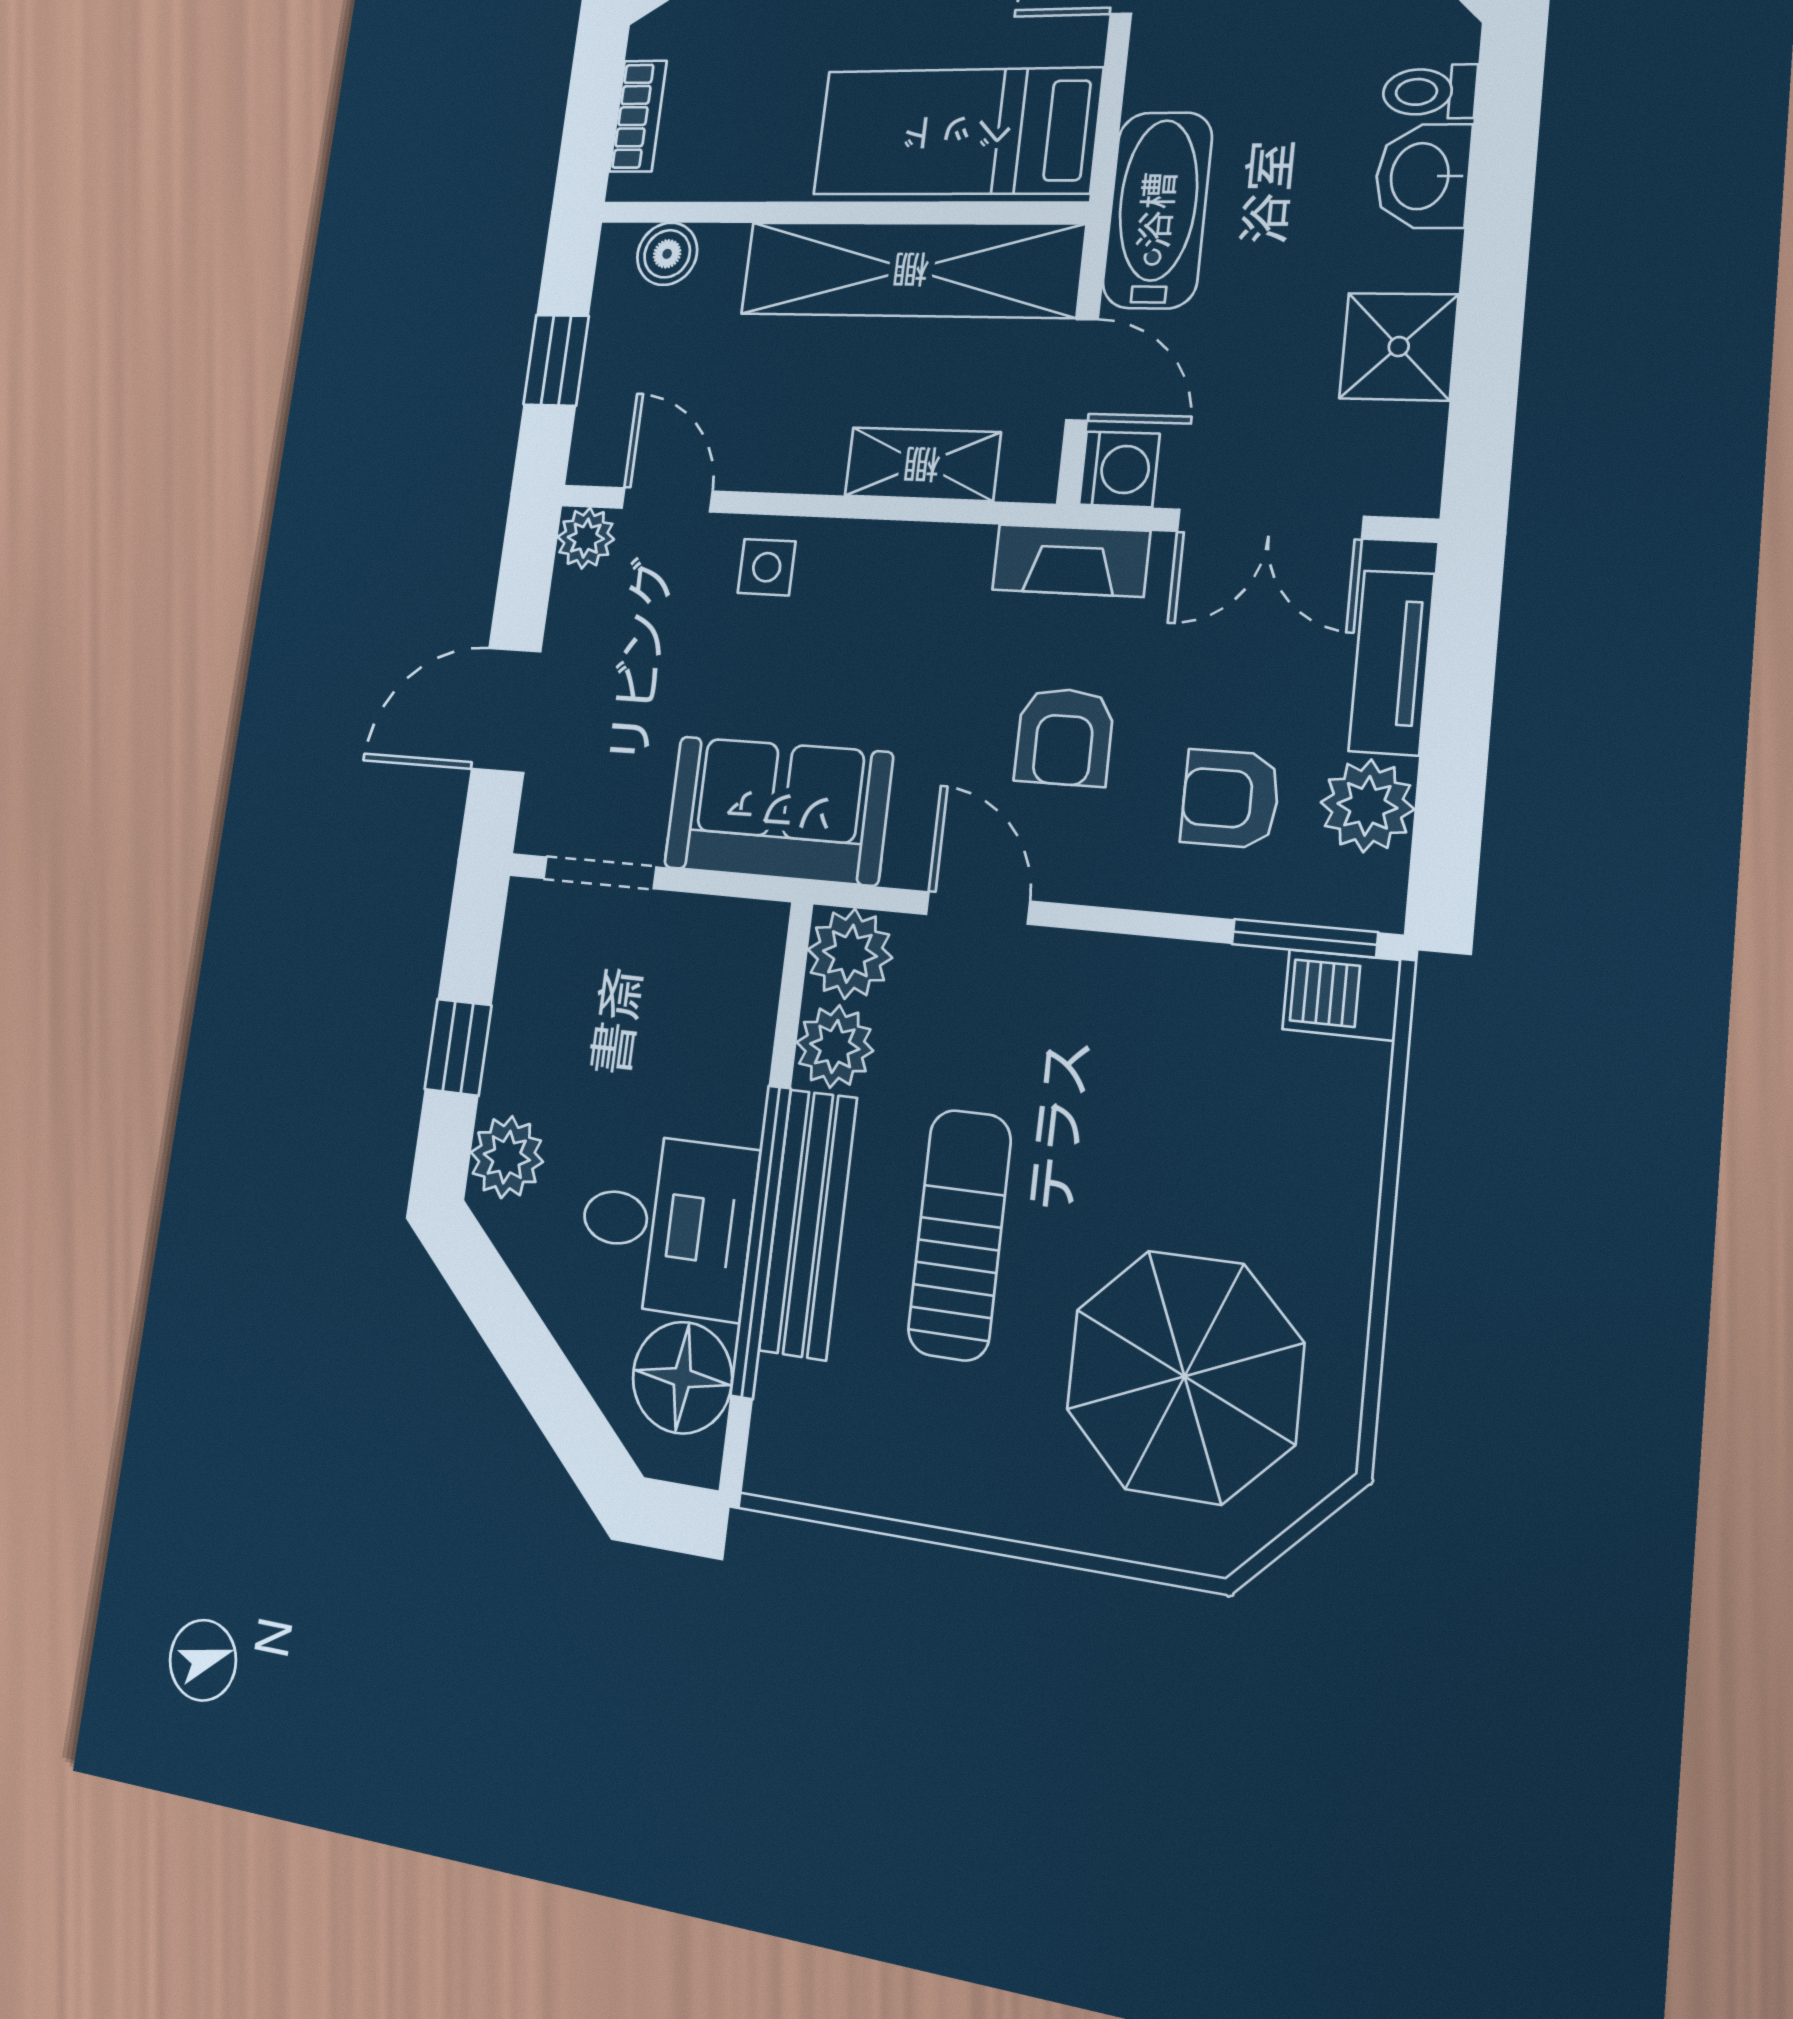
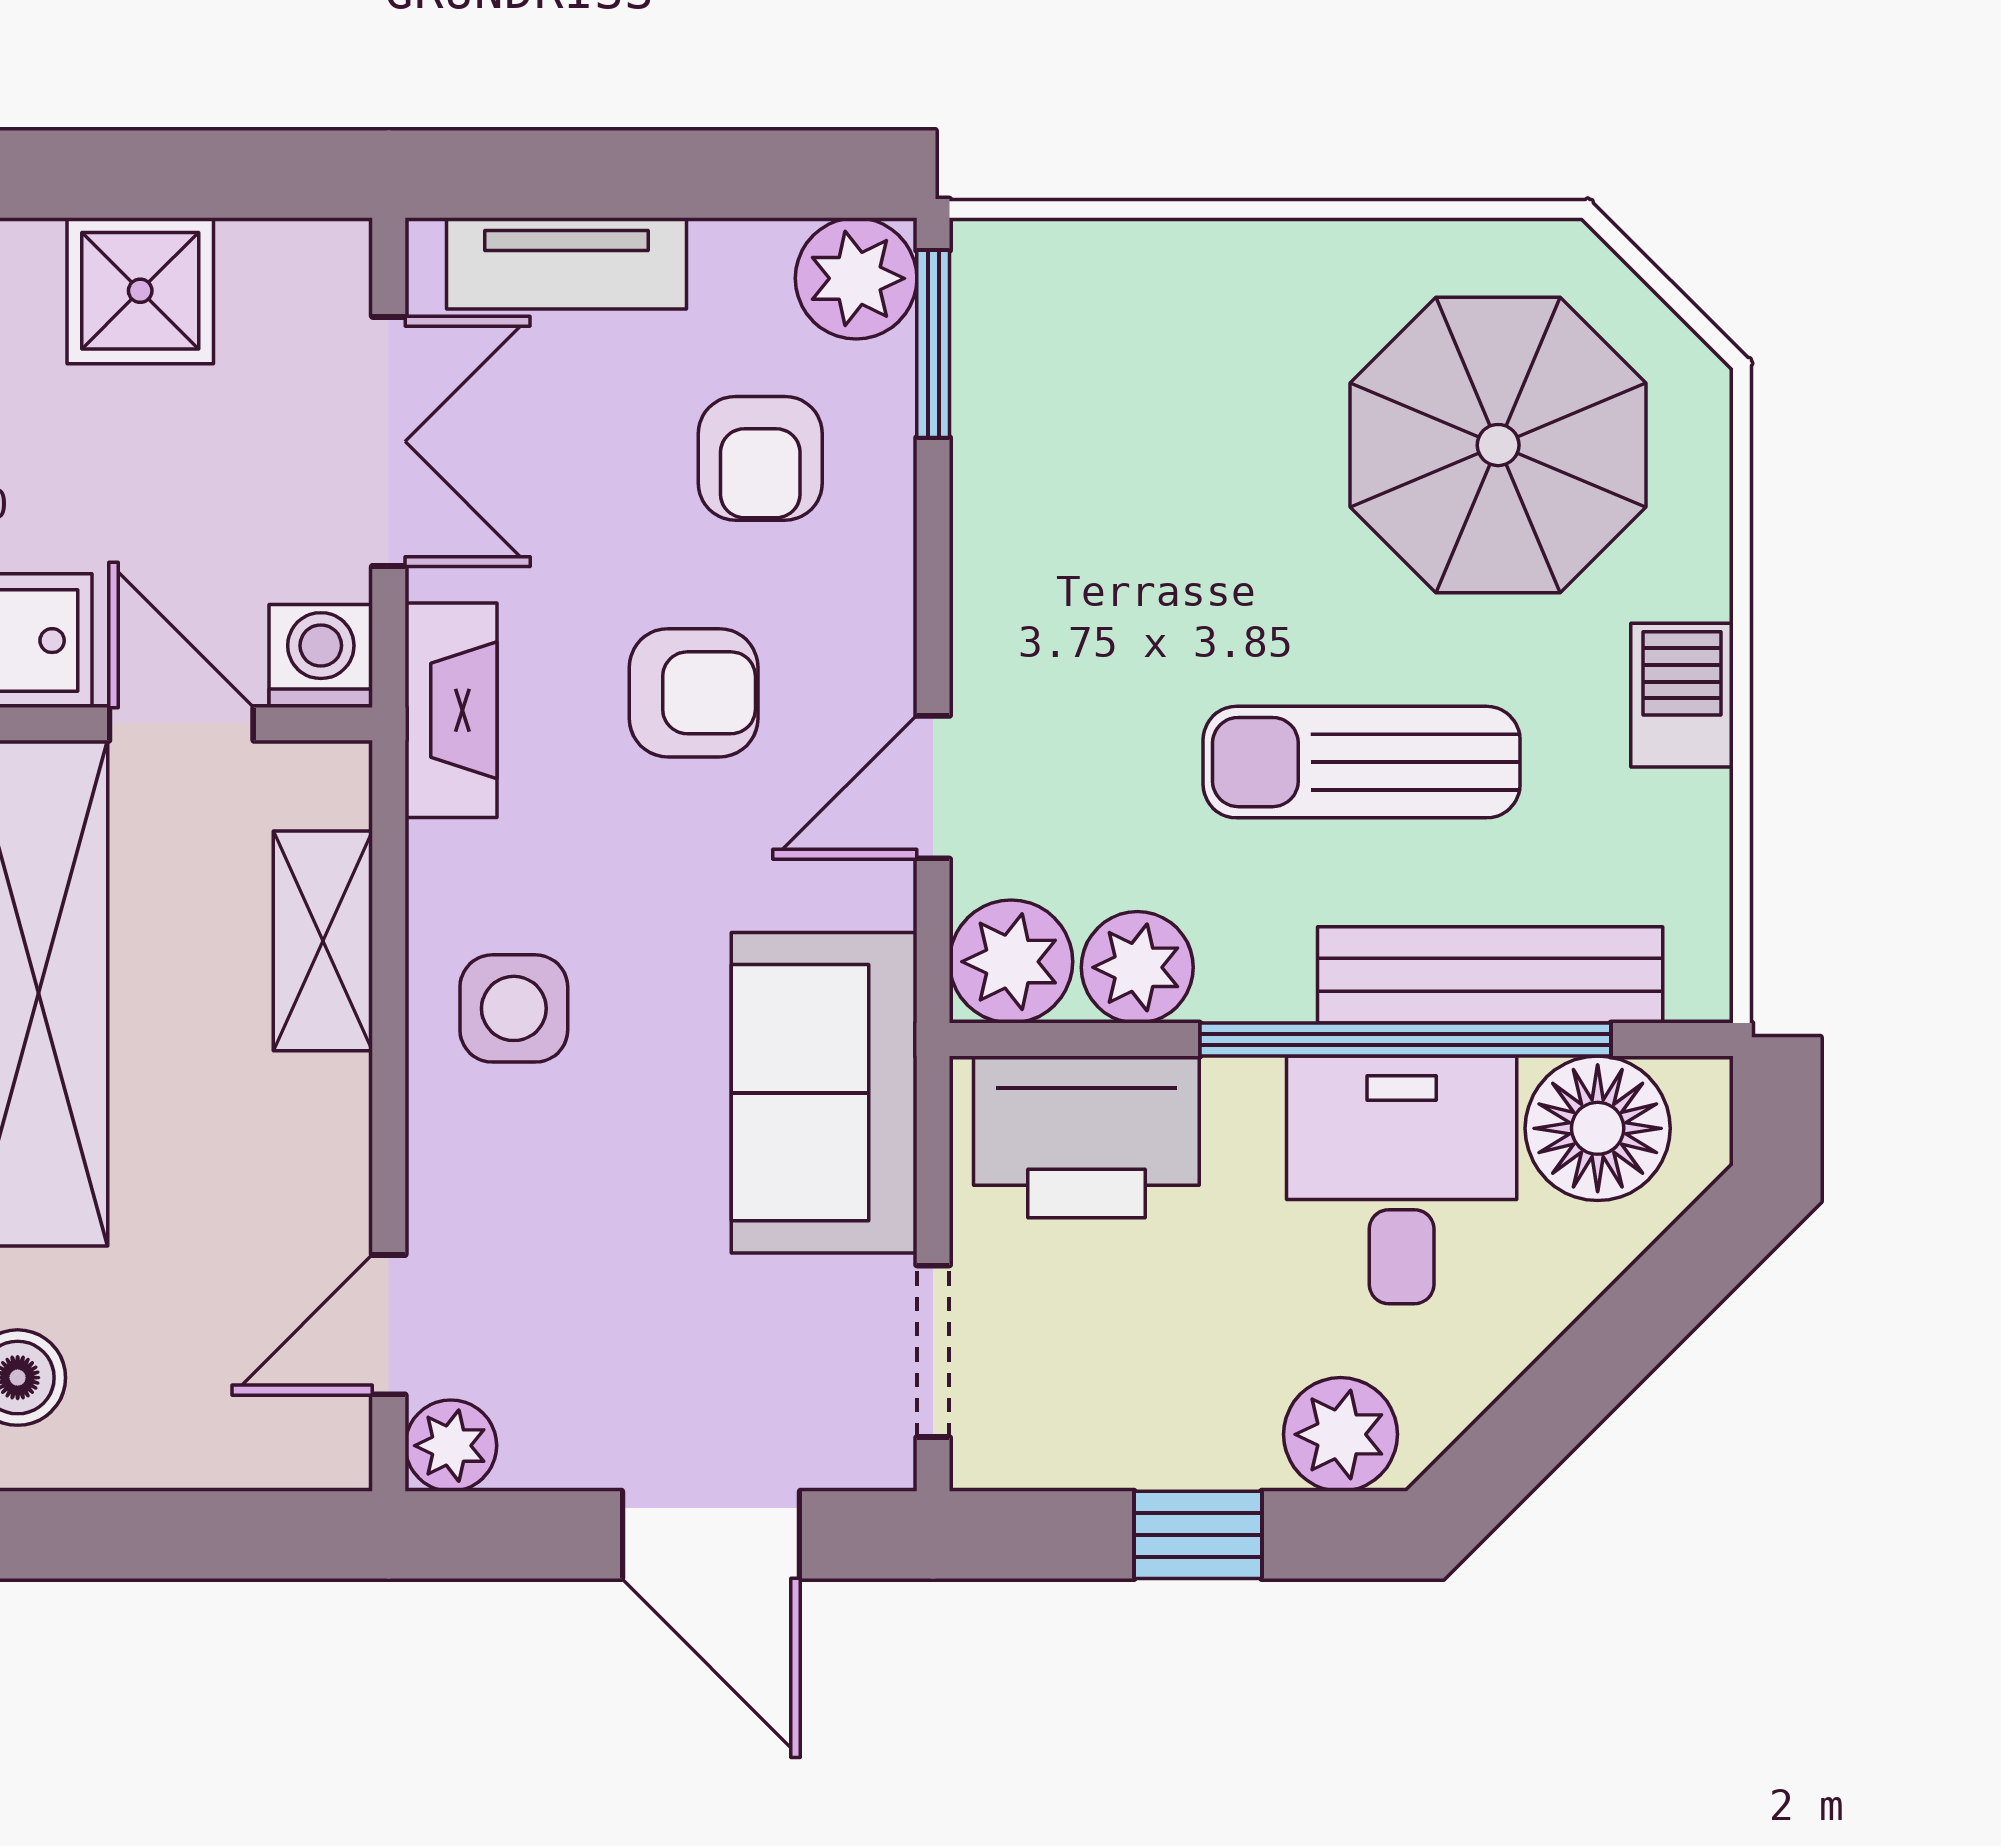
window: (556, 360) -> (184, 1535), removed
door: (1082, 370) -> (181, 724), hinge flipped
side table: (767, 567) -> (514, 1008), moved, width x1.37, depth x1.37
plant: (1367, 806) -> (856, 278), moved
barbecue: (1342, 995) -> (1682, 695), moved, turned 180
printer: (725, 996) -> (1086, 1137), added
bench: (808, 1224) -> (1490, 975), moved

